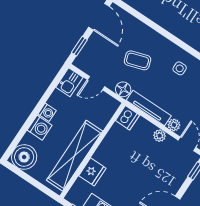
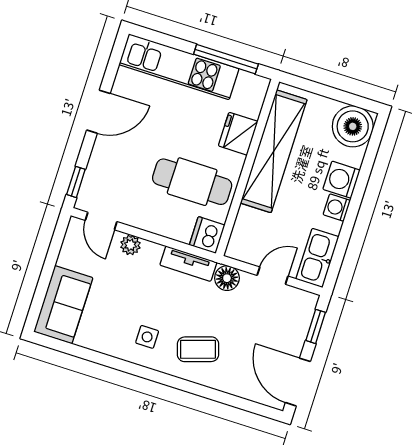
coffee table: (138, 60) -> (198, 349), moved
kitchen sink: (69, 82) -> (317, 258), width x1.38
tv unit: (149, 108) -> (188, 264), width x0.71
plant: (160, 136) -> (148, 222), removed
cafe table: (127, 152) -> (192, 182), added

